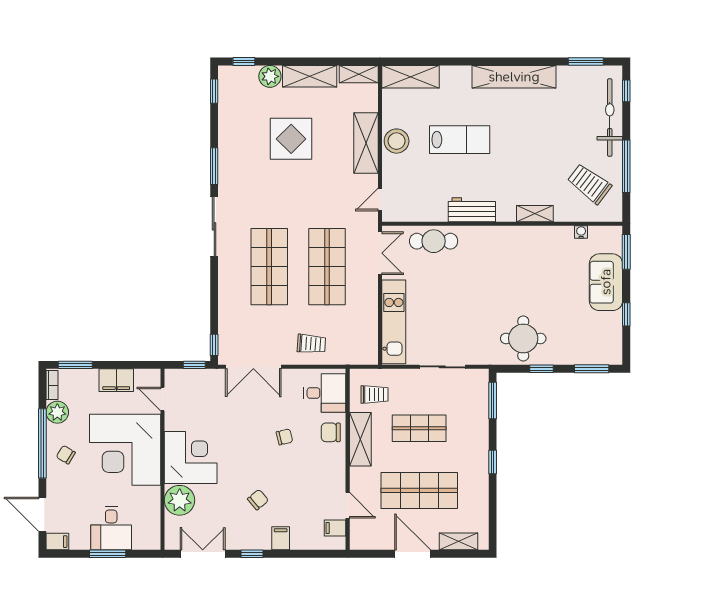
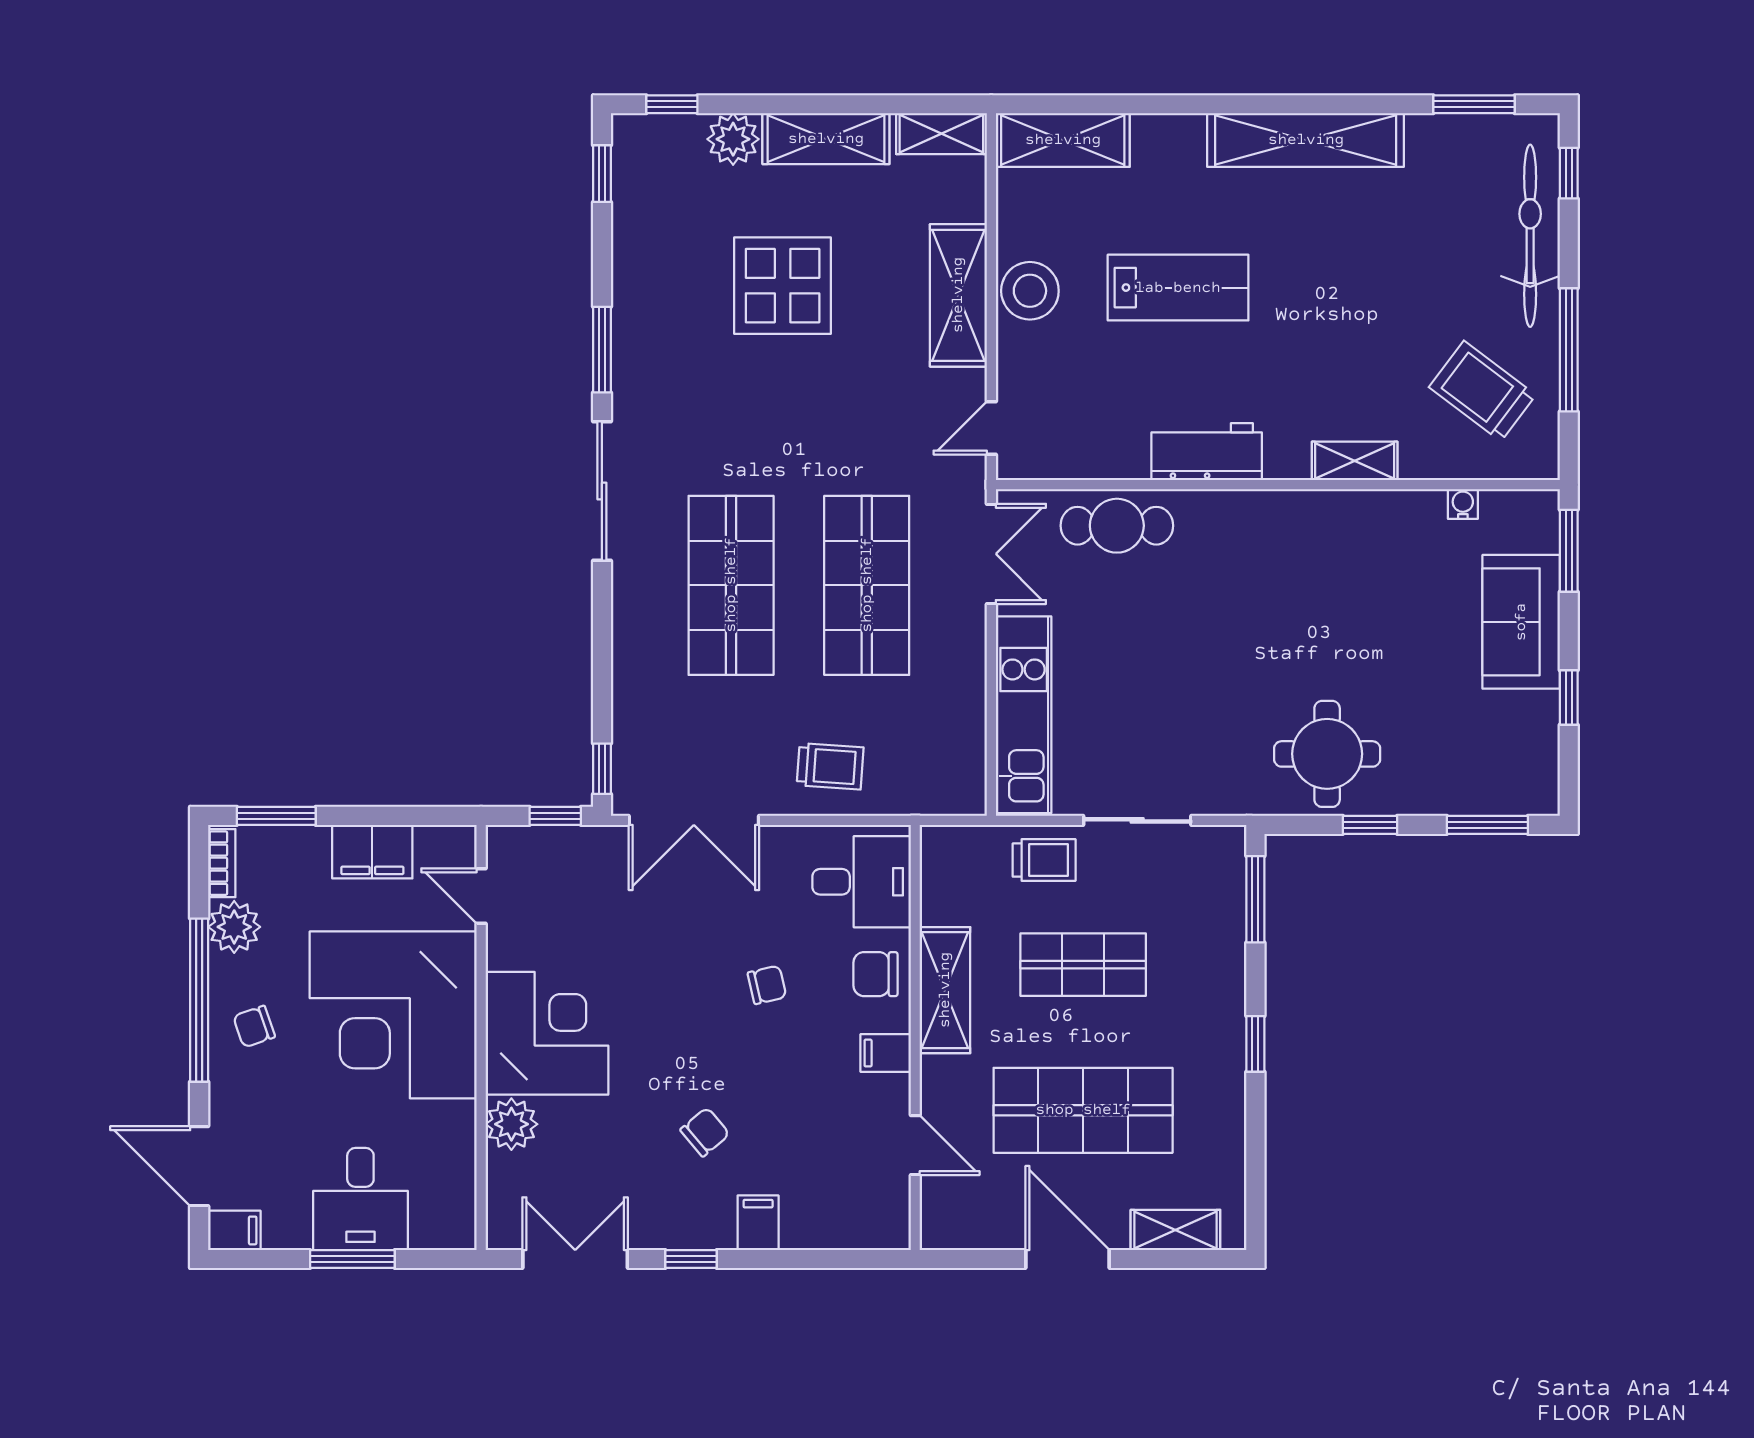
trolley: (375, 394) -> (1044, 860), moved
chair: (66, 455) -> (254, 1027), turned -50
plant: (180, 500) -> (511, 1124), width x0.73, depth x0.73
filing cabinet: (335, 528) -> (886, 1053), moved

